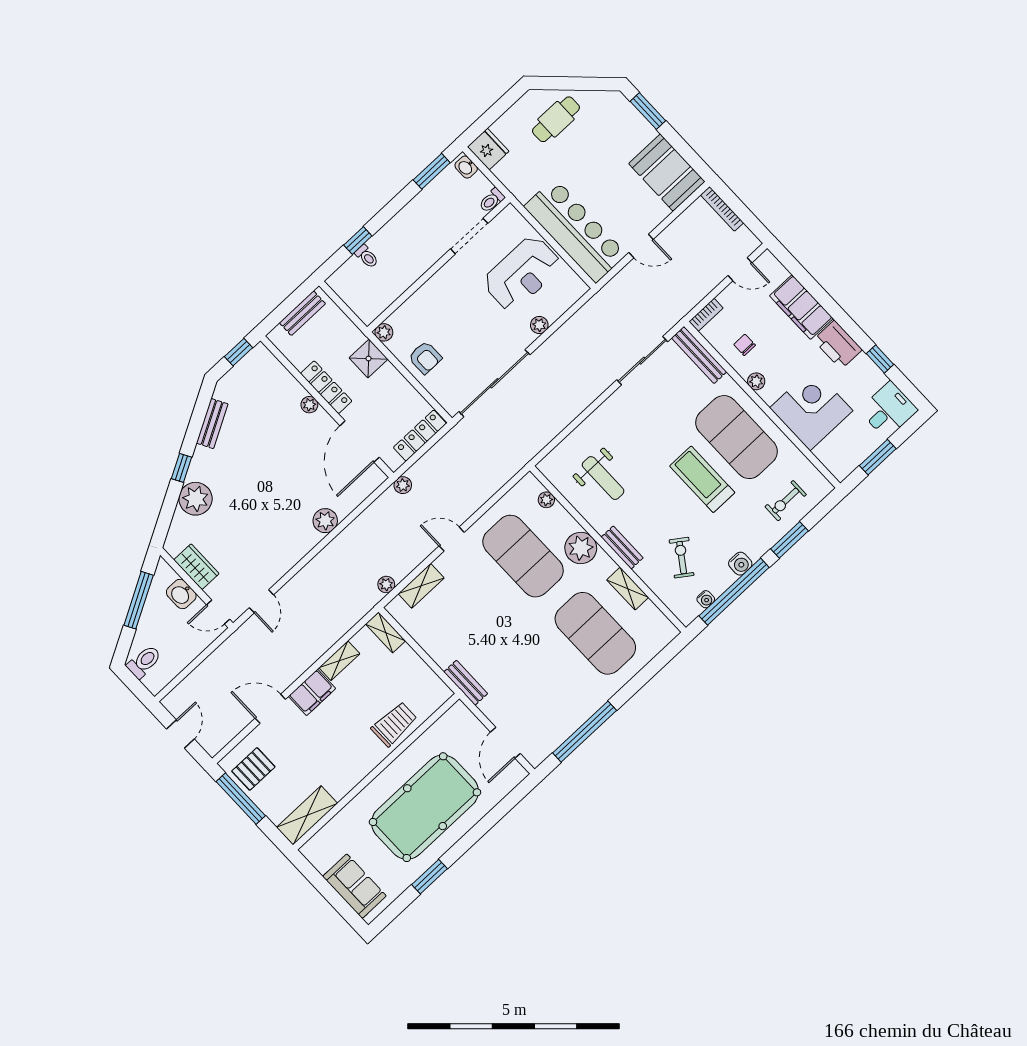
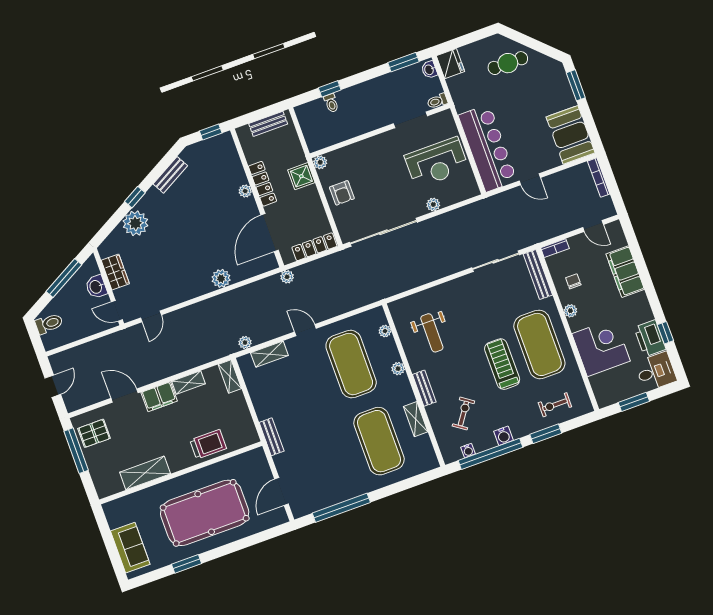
printer: (838, 345) -> (650, 338), moved
plant: (581, 548) -> (398, 369), width x0.53, depth x0.53
shelving: (307, 815) -> (145, 473), moved

